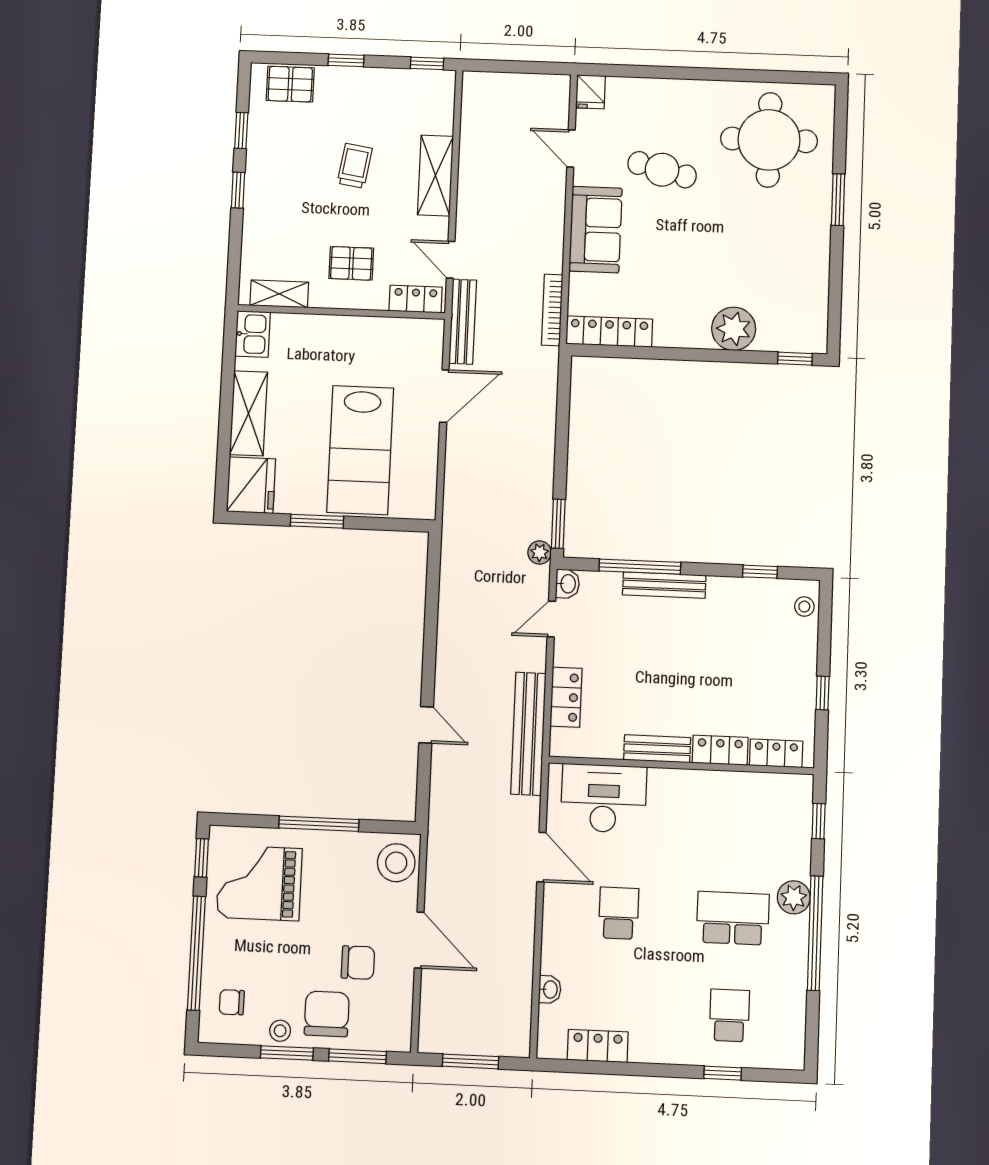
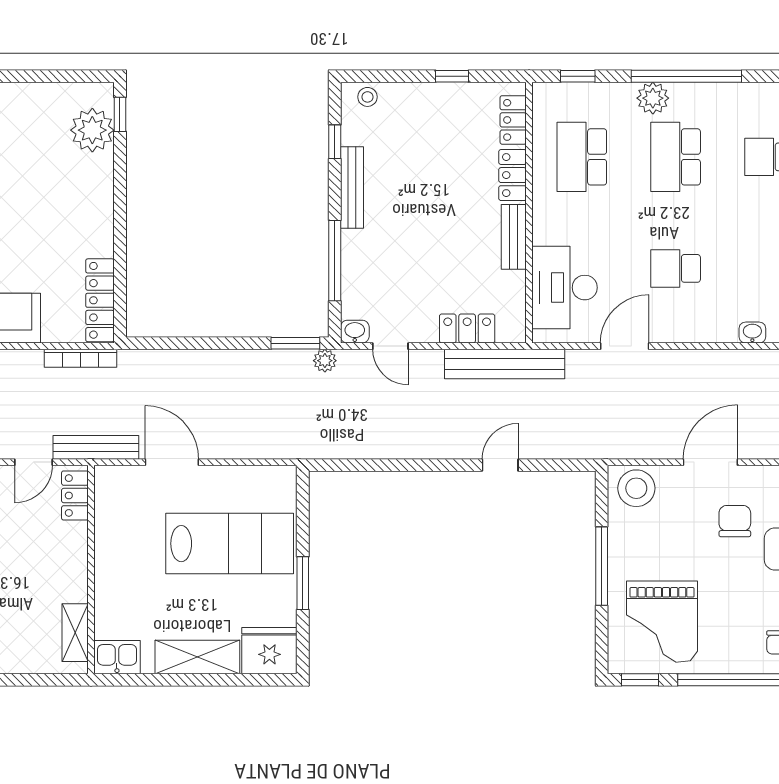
pallet: (351, 263) -> (41, 562), removed
plant: (734, 329) -> (92, 130), moved
bench: (664, 585) -> (352, 187), moved
school desk: (736, 822) -> (582, 157), added

